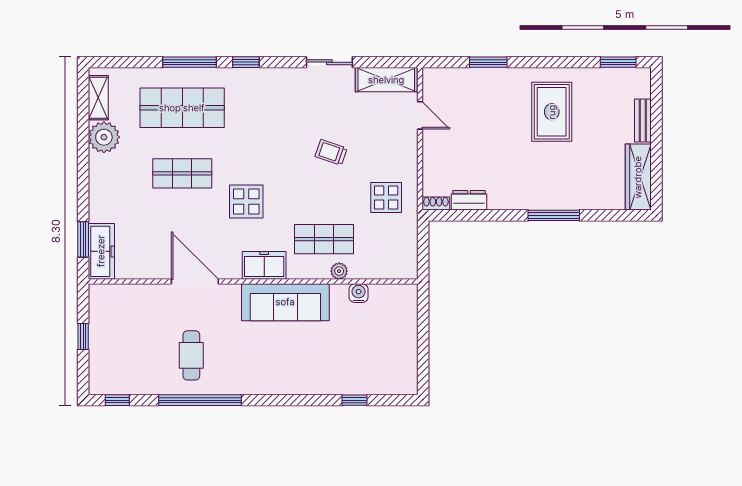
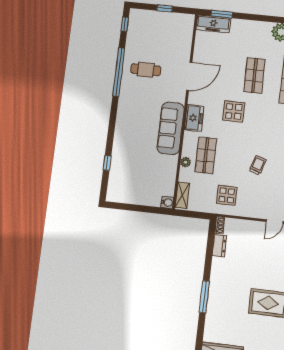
shelving: (394, 270) -> (182, 195), added
water cooler: (359, 293) -> (167, 202), moved

